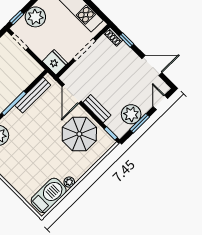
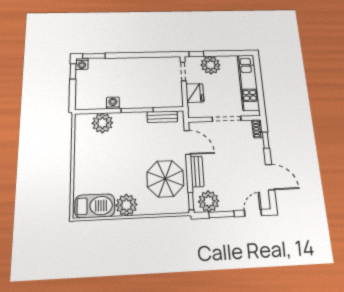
fridge: (55, 62) -> (195, 93), moved
door: (72, 94) -> (187, 142), swing flipped
bench: (33, 95) -> (162, 117), width x0.73
plant: (131, 114) -> (209, 201), moved
plant: (69, 182) -> (126, 205), width x1.87, depth x1.87

